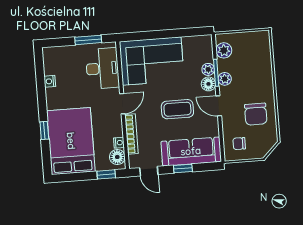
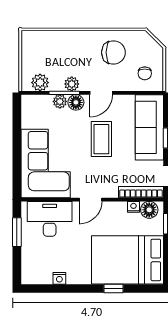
door: (122, 104) -> (90, 200), swing flipped
bookcase: (131, 134) -> (141, 192), moved

